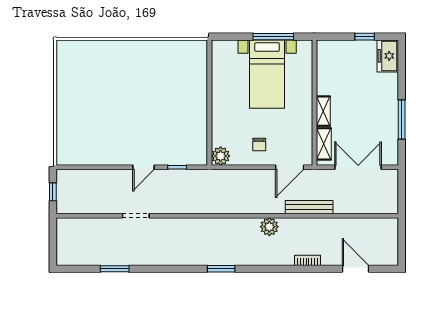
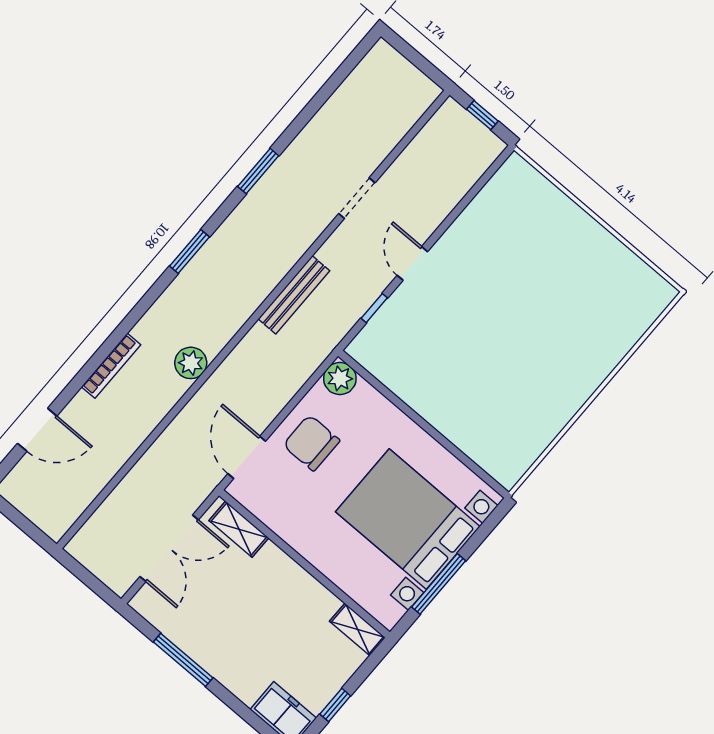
bed with nightstands: (267, 74) -> (408, 519), width x1.36
shelving: (323, 111) -> (357, 629), moved
chair: (259, 144) -> (311, 443), width x1.87, depth x1.87
bench: (309, 207) -> (294, 295), moved
bookcase: (307, 260) -> (111, 366), width x1.56
window: (115, 269) -> (258, 171), moved

